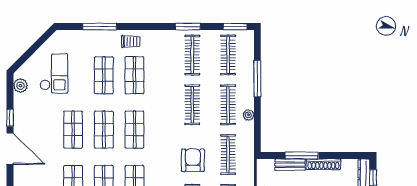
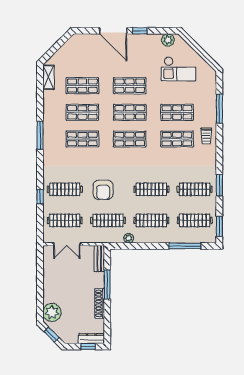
window: (257, 78) -> (185, 246), moved
plant: (248, 115) -> (129, 238), moved
door: (10, 149) -> (113, 31), hinge flipped
armchair: (193, 160) -> (103, 190), turned 90
bench: (290, 165) -> (99, 259), moved

